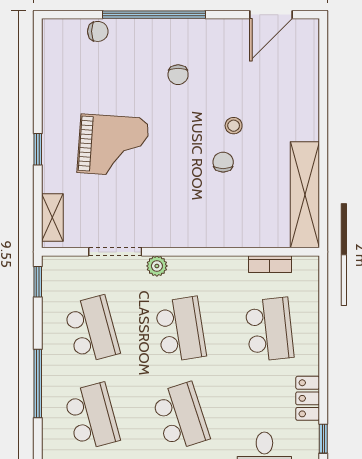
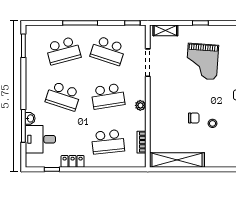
plant: (157, 266) -> (140, 105), moved
school desk: (92, 329) -> (108, 51), turned 33
school desk: (181, 416) -> (63, 96), turned 36

